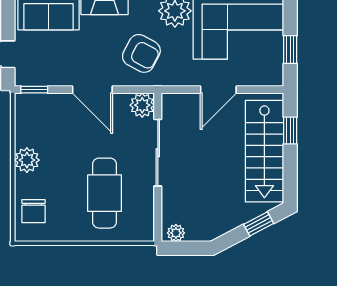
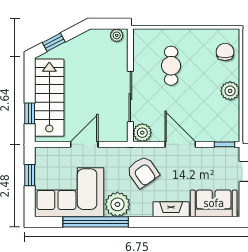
armchair: (141, 53) -> (143, 172), turned -153
cafe table: (104, 193) -> (171, 66), width x0.73, depth x0.74

